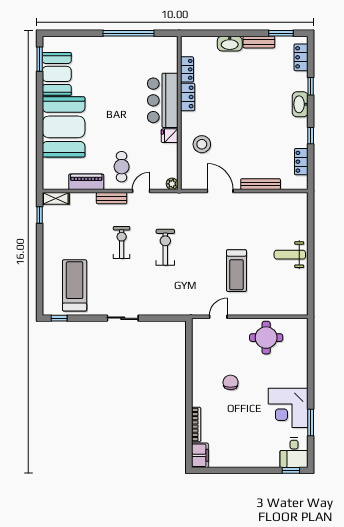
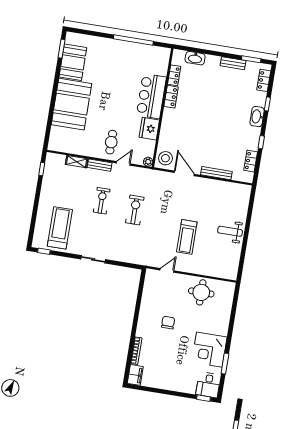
washbasin: (230, 44) -> (195, 58), moved
fridge: (170, 136) -> (149, 129), width x1.88, depth x1.34
stool: (202, 144) -> (165, 158), moved
piano: (86, 182) -> (82, 149), removed
shelving: (56, 198) -> (77, 162), moved

